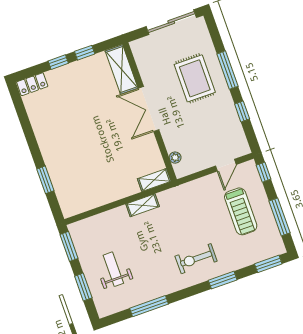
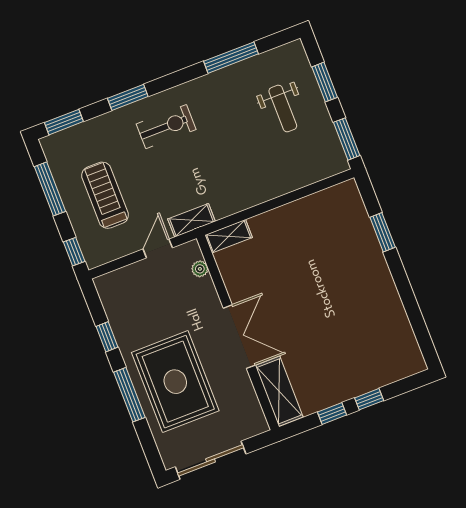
rug: (195, 78) -> (175, 382), width x1.37, depth x1.44
locker: (32, 84) -> (405, 367), removed
door: (226, 165) -> (158, 248), moved
shelving: (143, 205) -> (192, 220), moved

